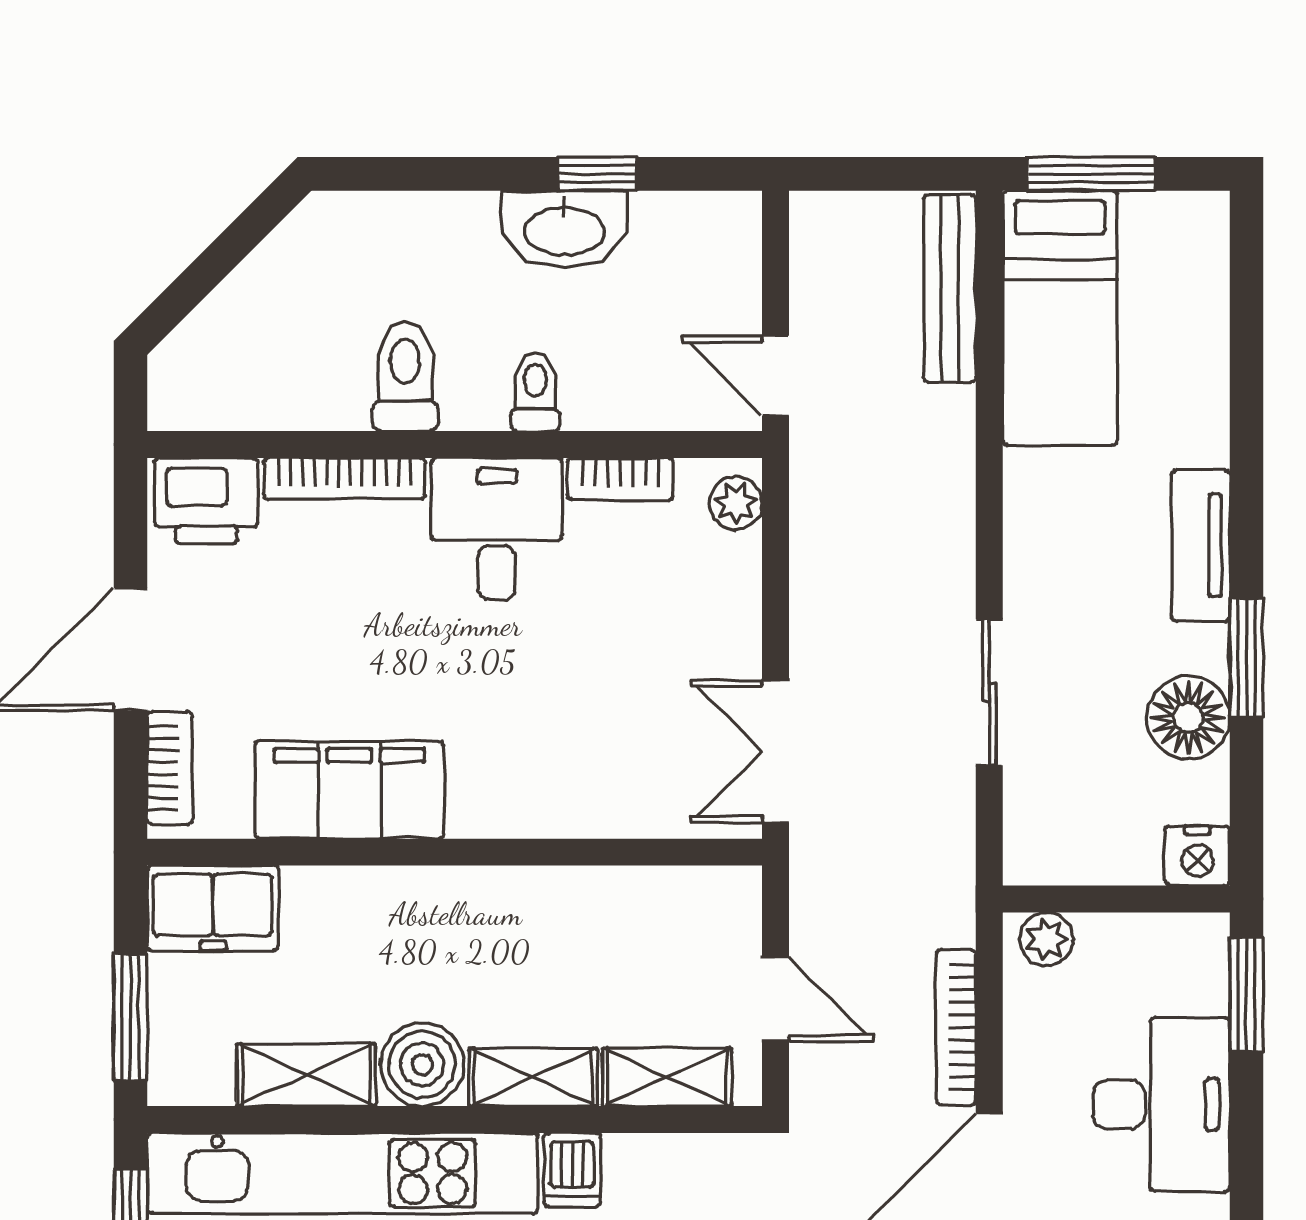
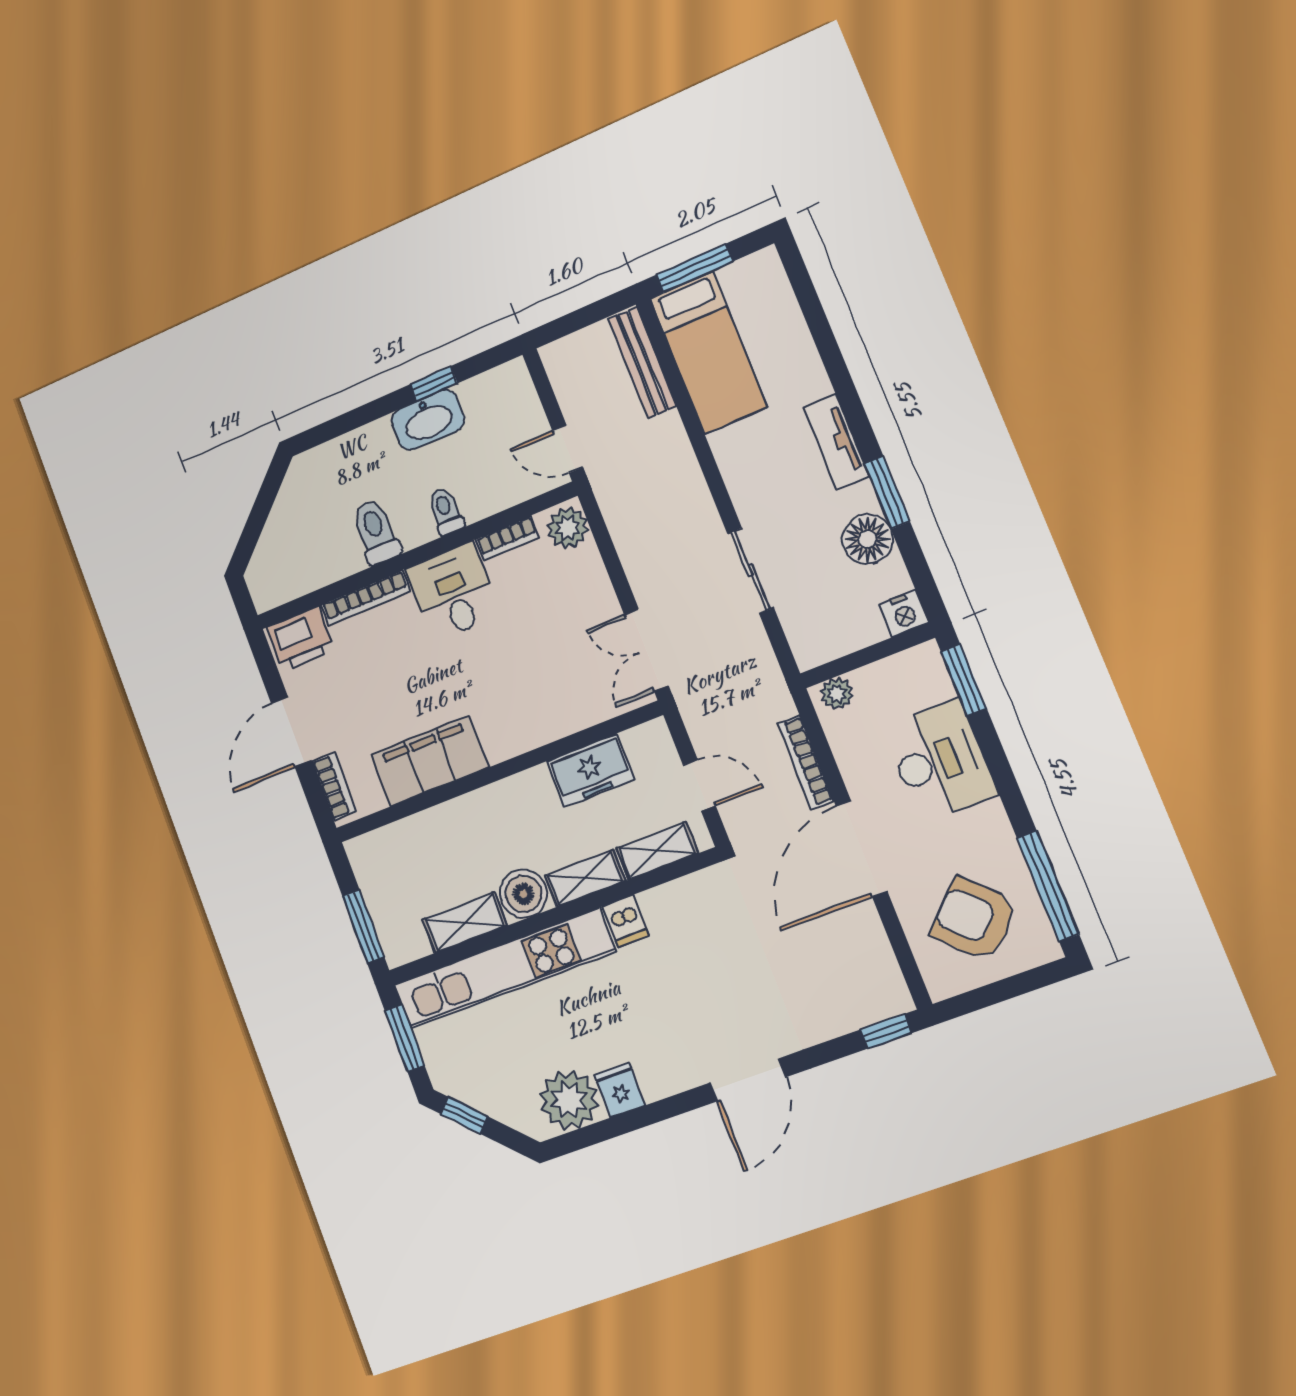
plant: (736, 503) -> (568, 528), width x1.38, depth x1.38
freezer: (213, 908) -> (590, 770), moved

